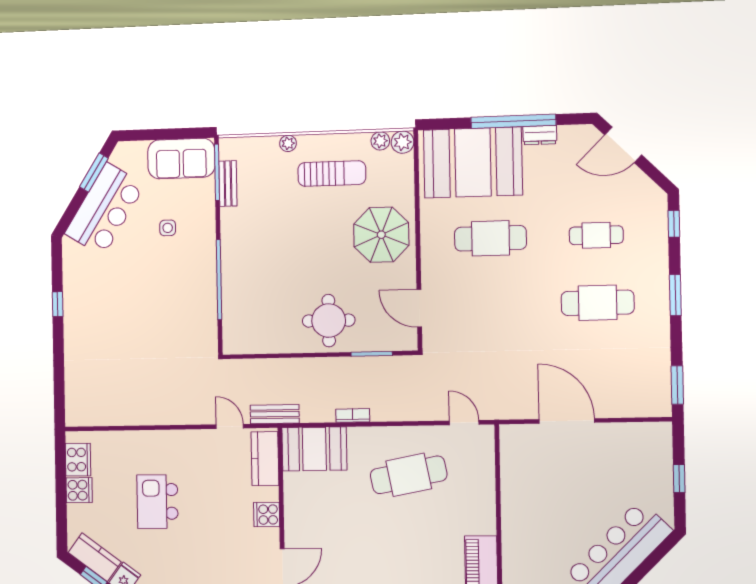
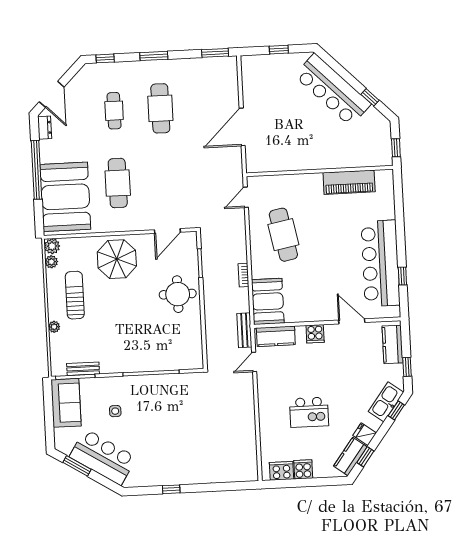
dresser: (540, 135) -> (45, 128), moved

